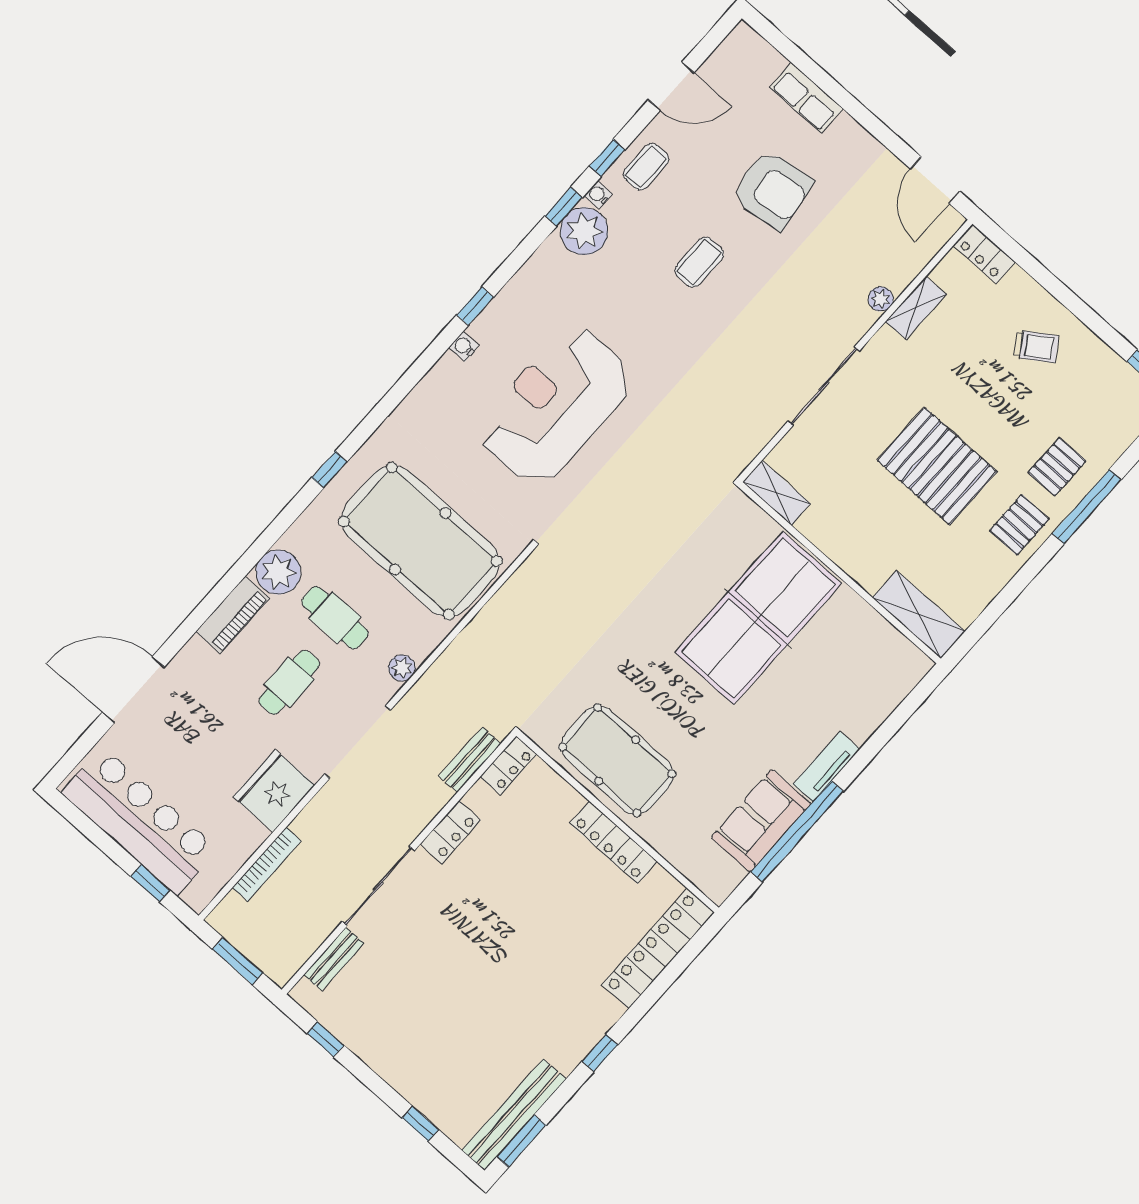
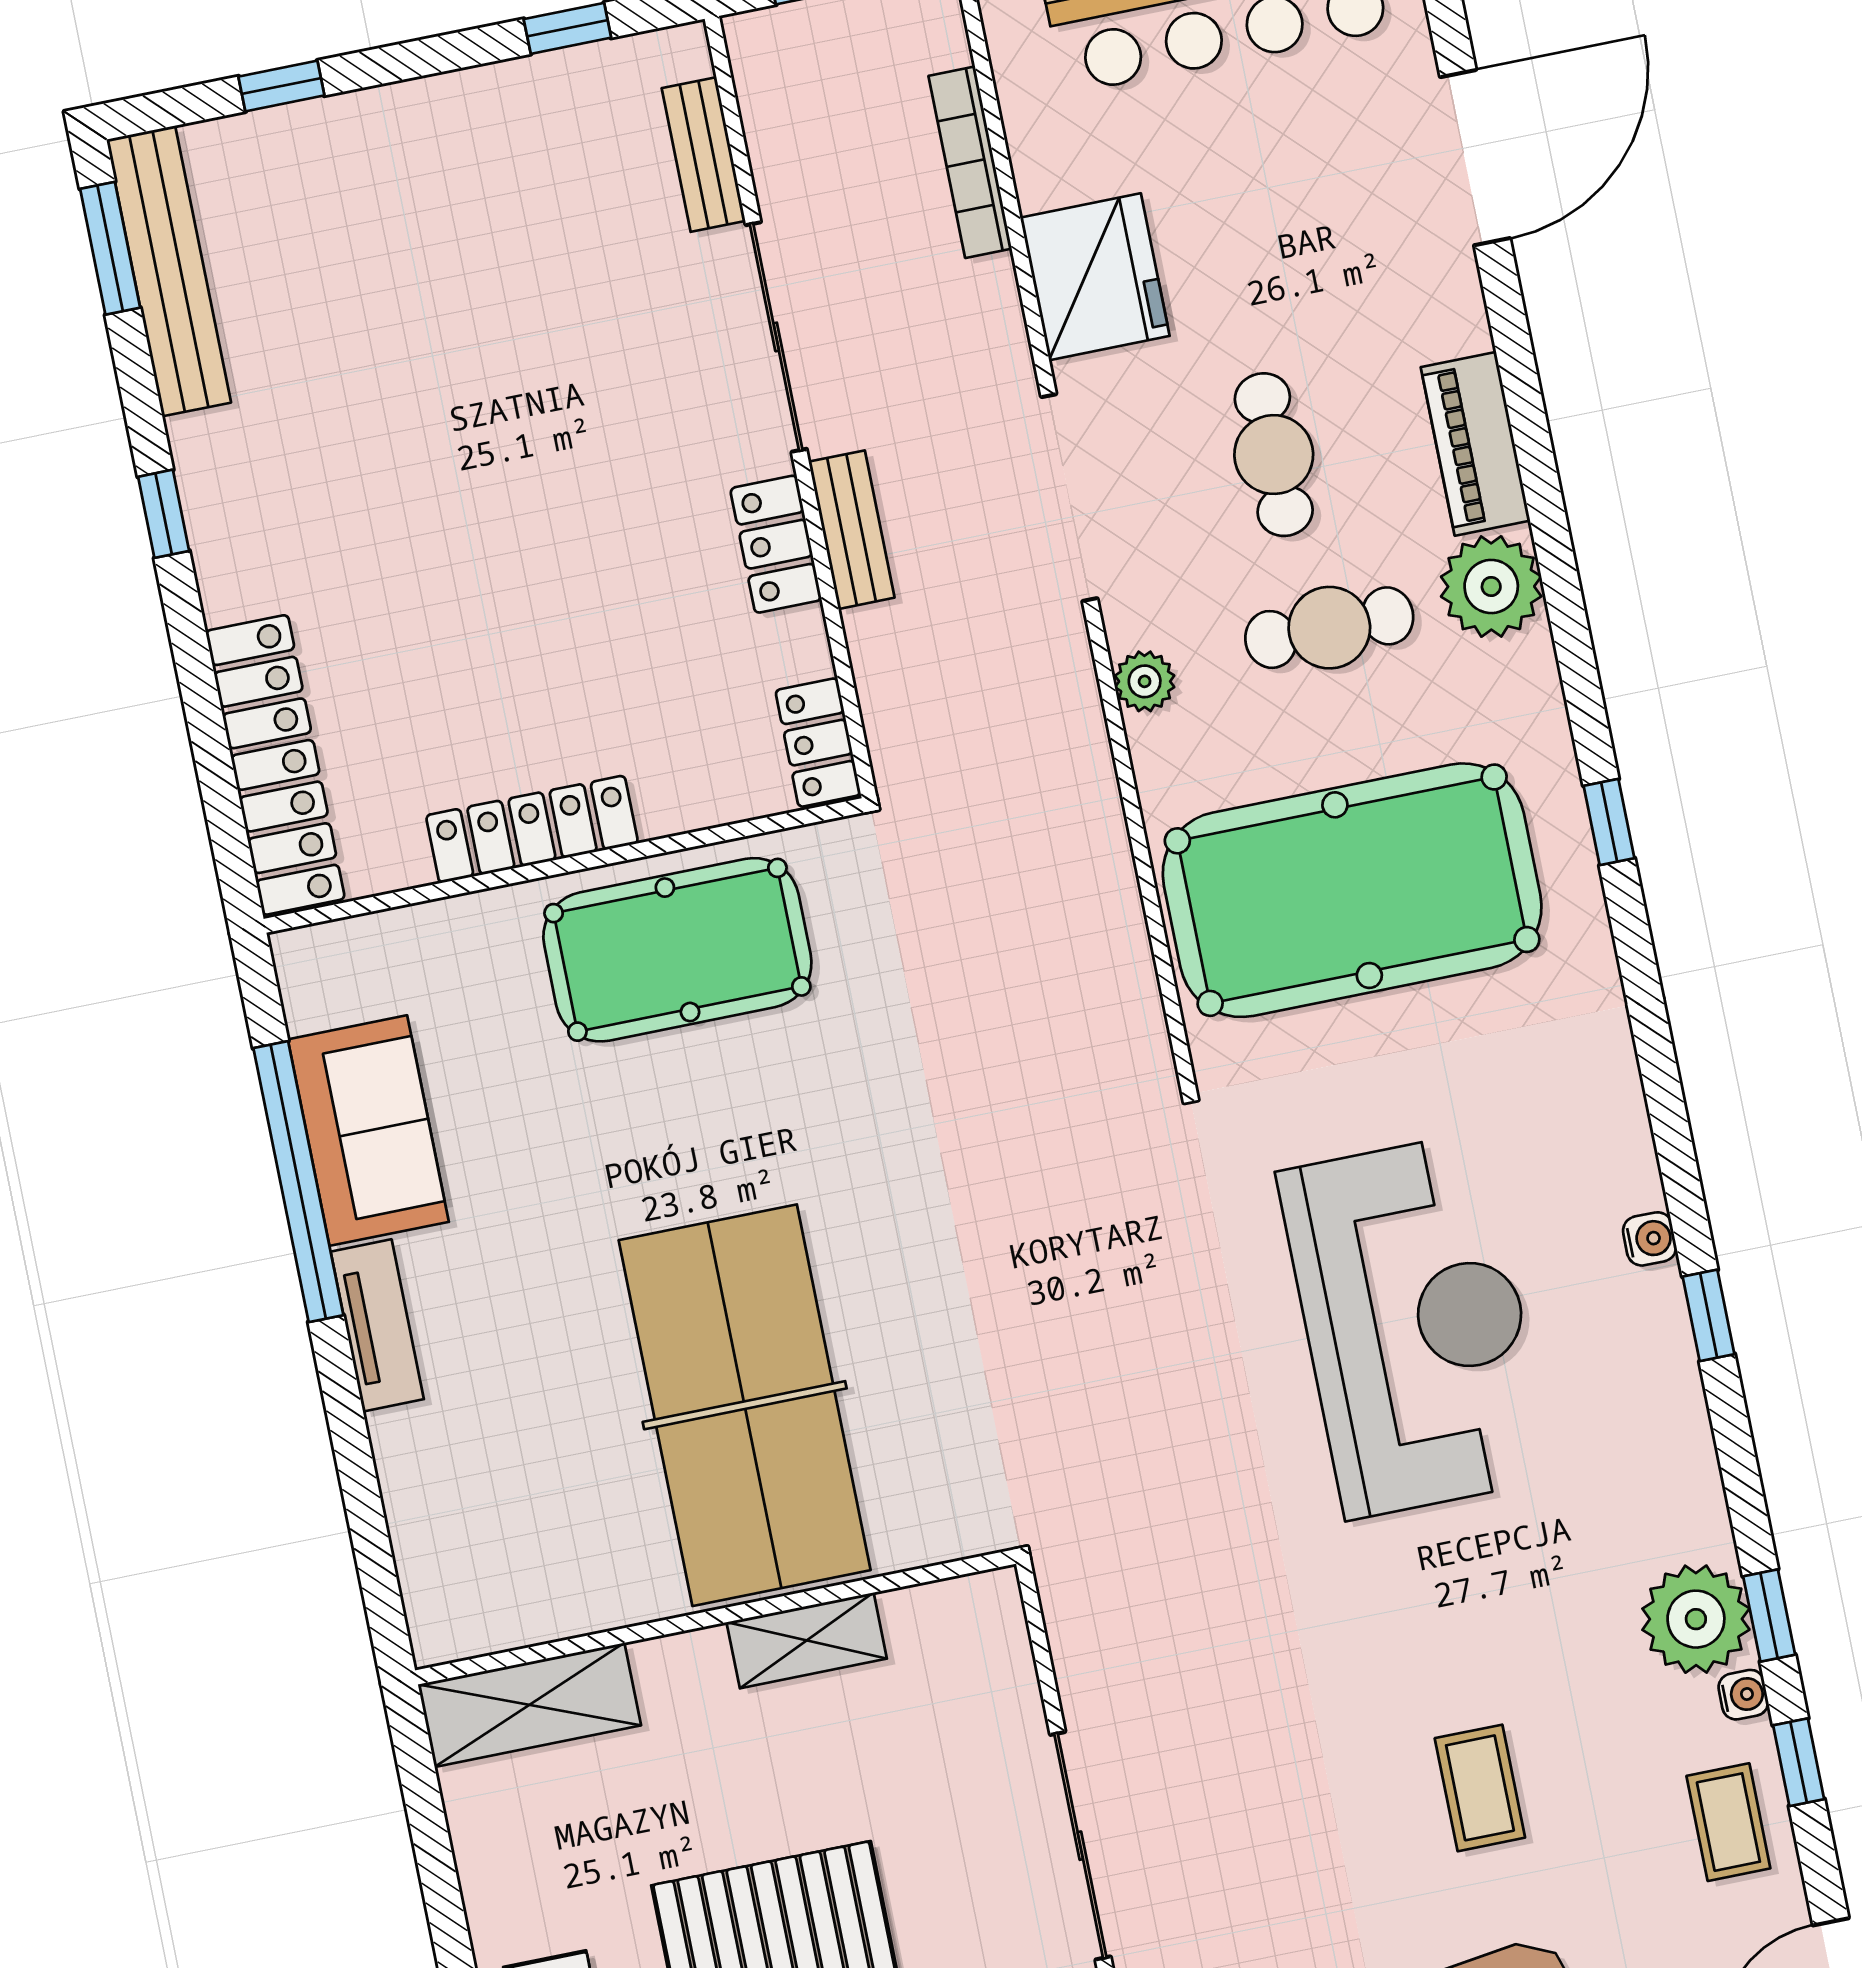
shelving: (777, 493) -> (807, 1640), moved
bench: (470, 760) -> (852, 530), moved

